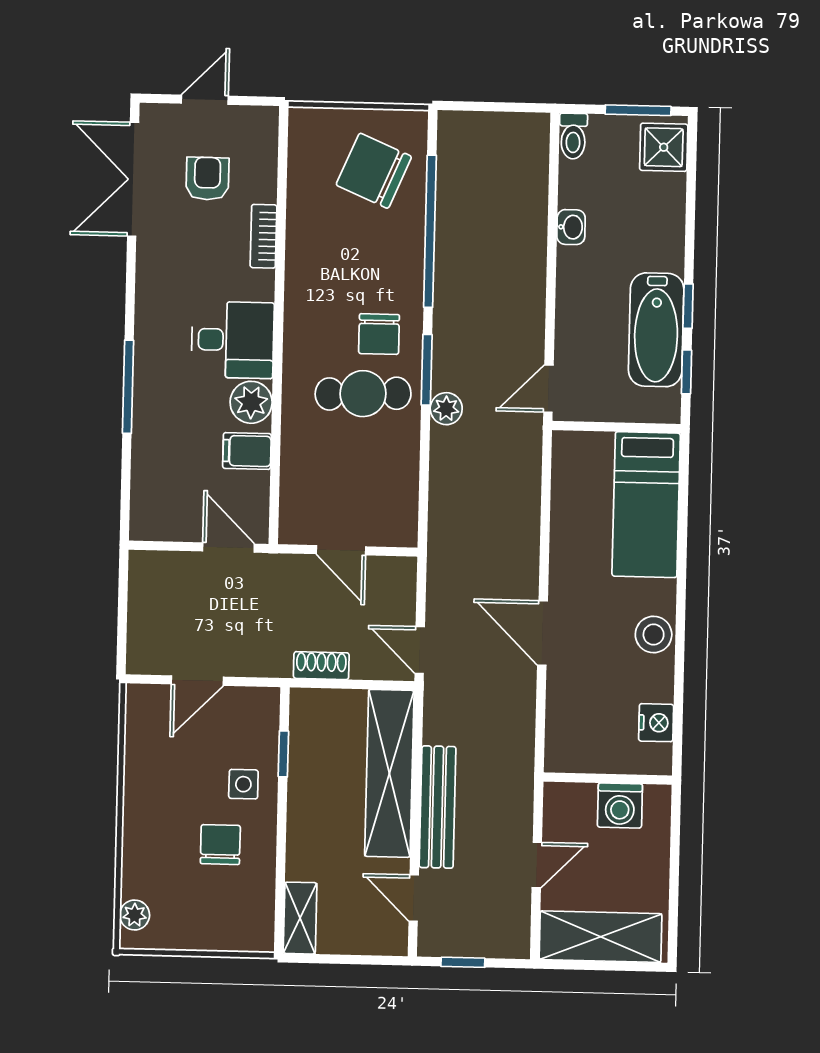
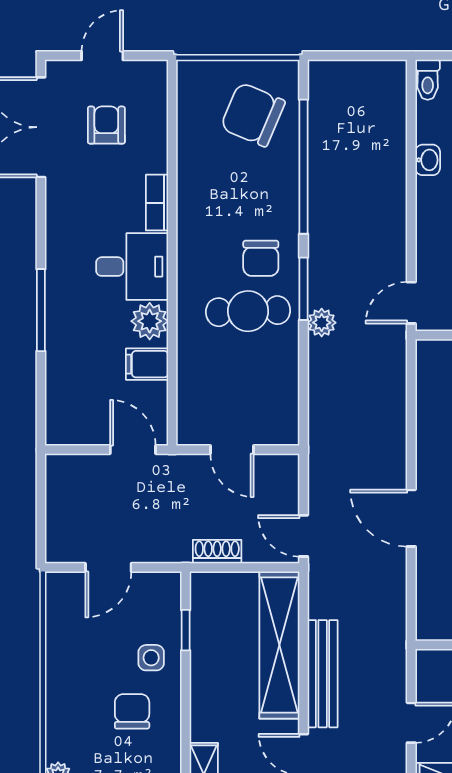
bookcase: (263, 236) -> (157, 203), moved

